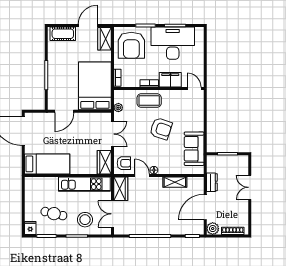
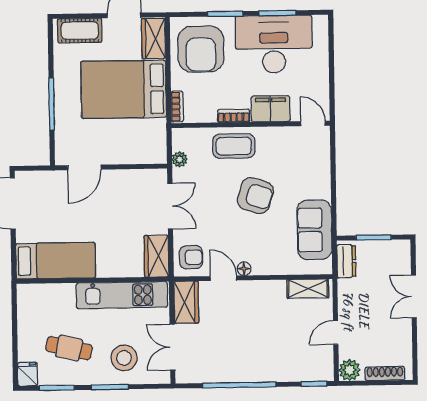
bed: (95, 86) -> (124, 89), moved, turned -90
shelving: (175, 182) -> (308, 289), moved
dresser: (212, 182) -> (346, 261), moved
door: (205, 207) -> (336, 332), width x0.53

